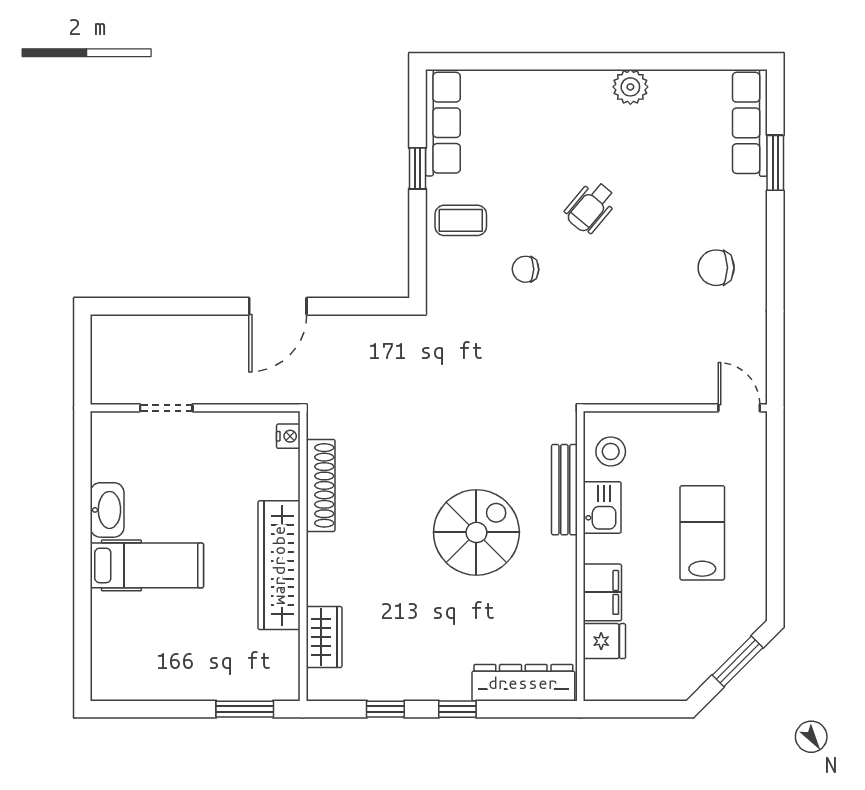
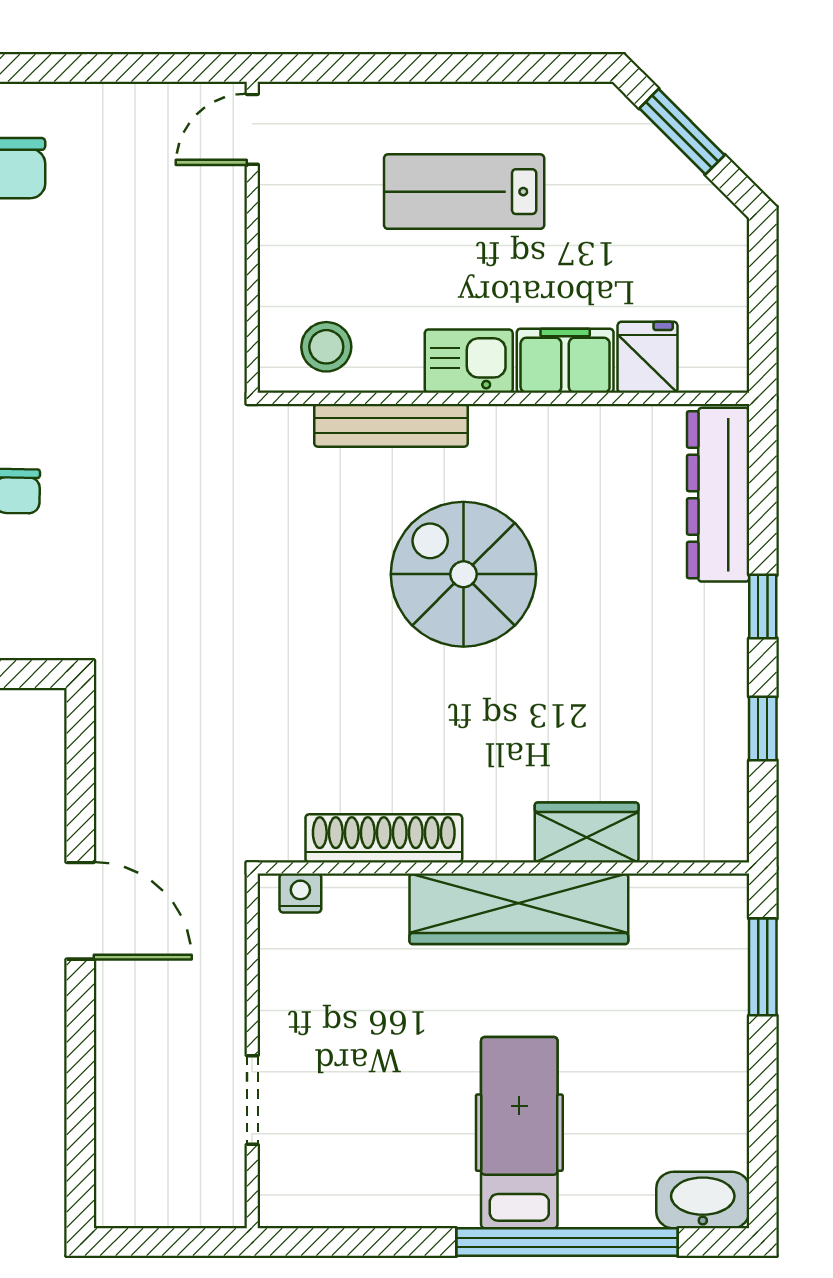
kitchen sink: (602, 507) -> (469, 361), moved
washbasin: (107, 510) -> (703, 1200), moved
window: (82, 594) -> (567, 1242), added
wardrobe: (324, 637) -> (587, 832), moved

